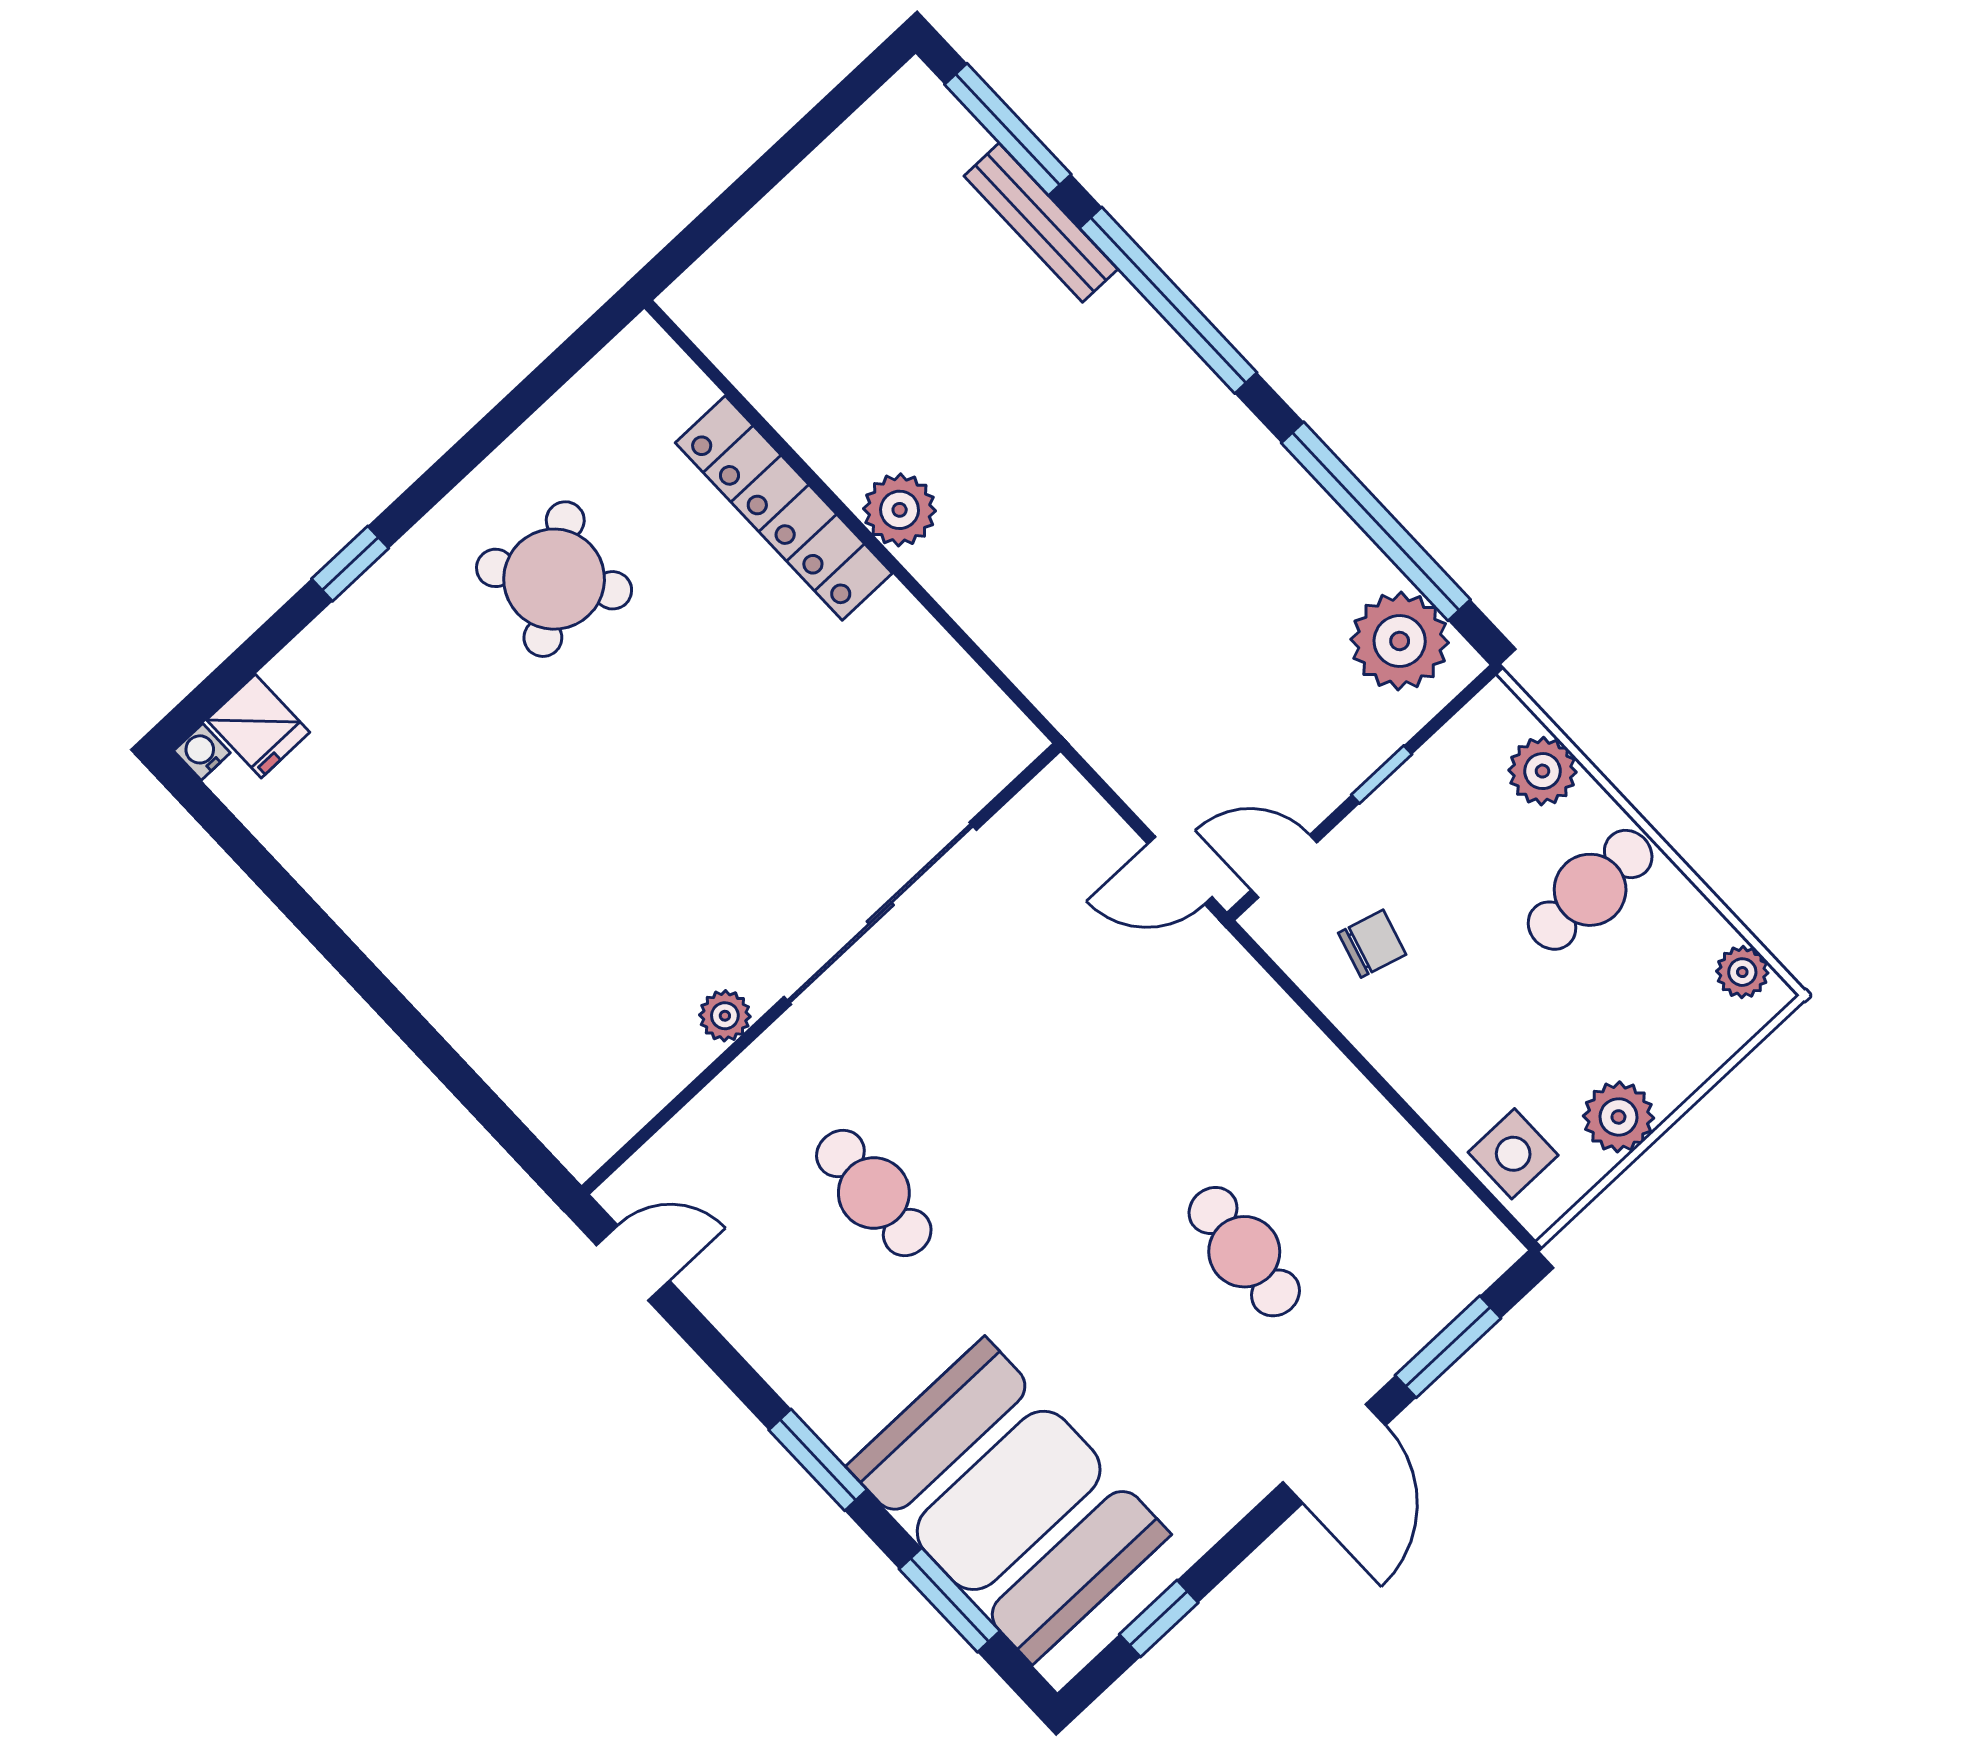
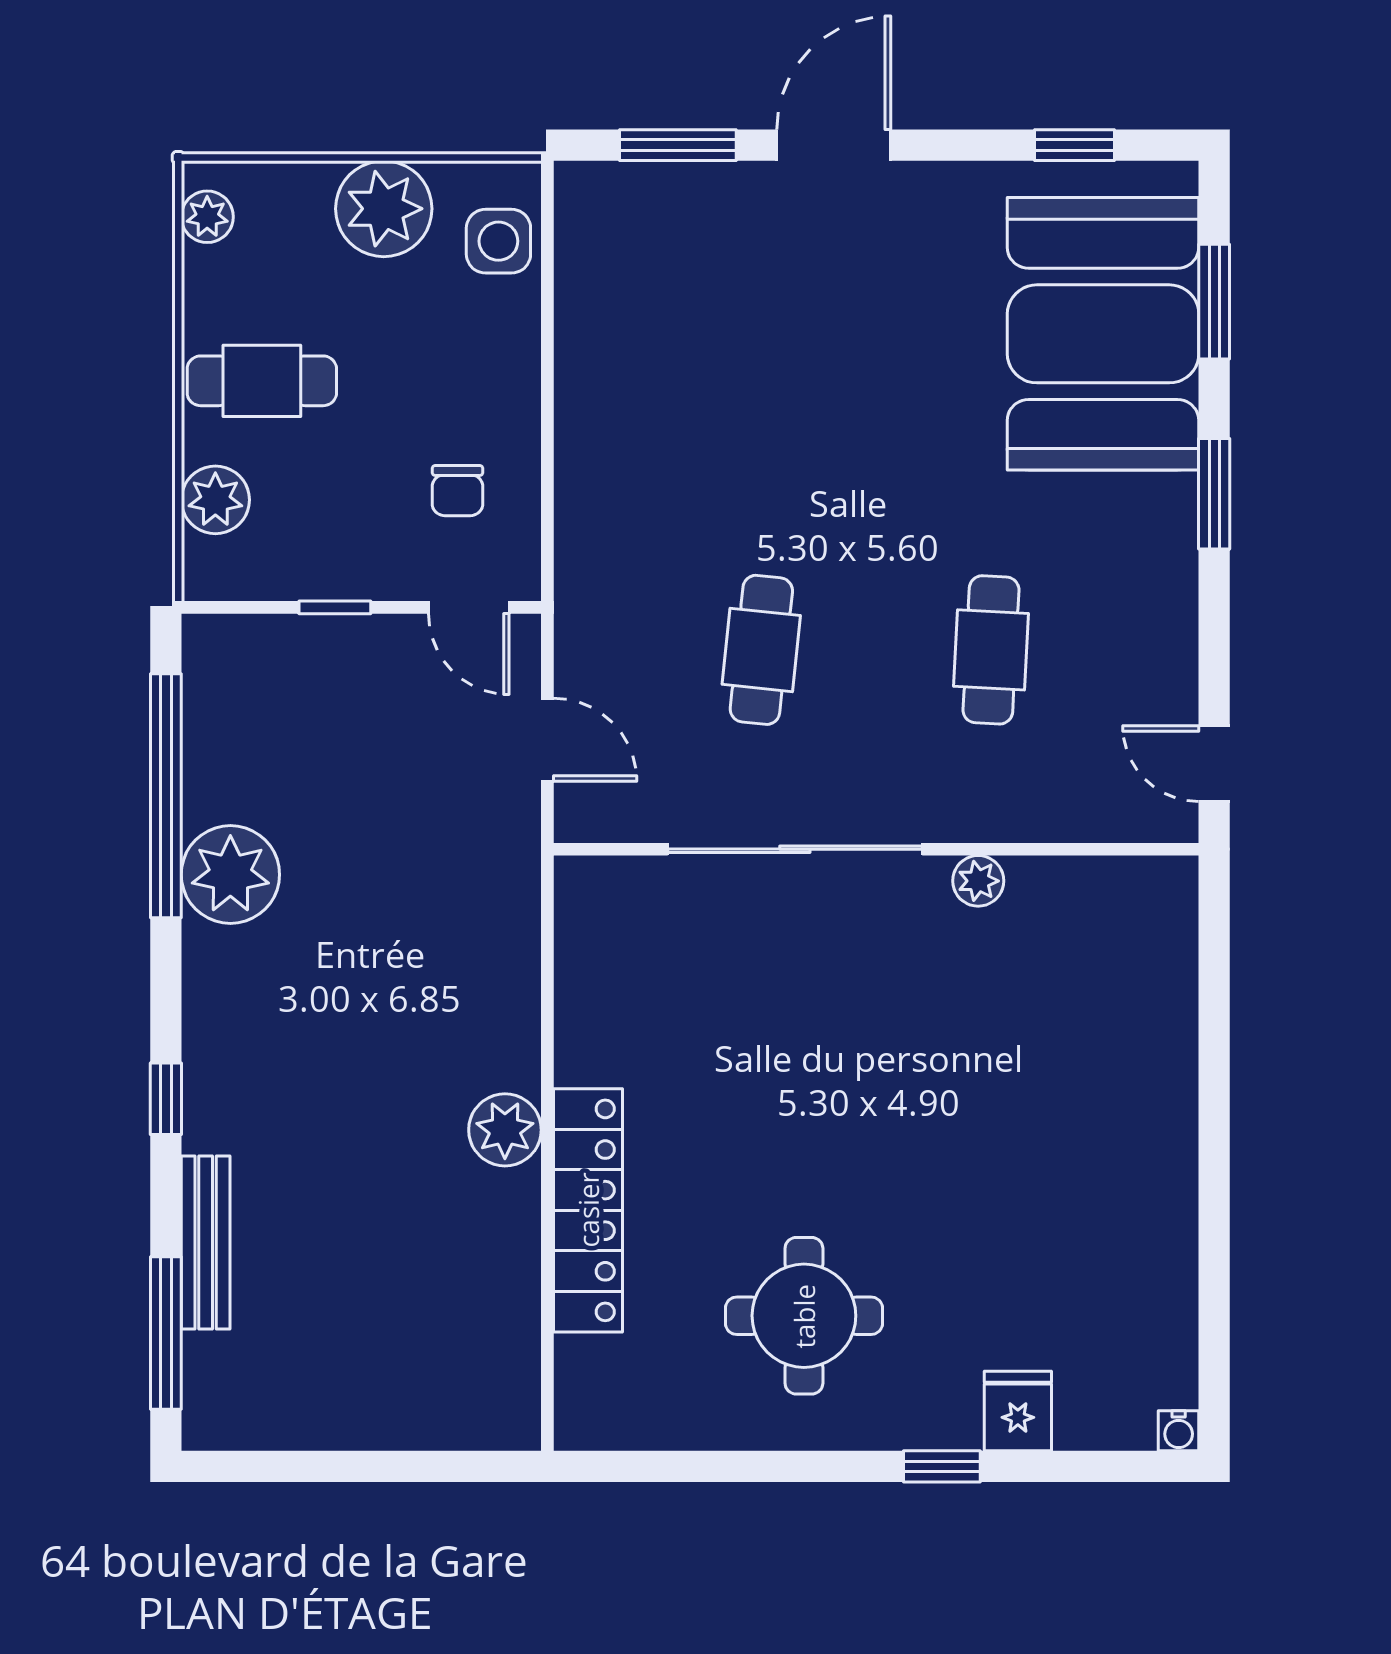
window: (1168, 300) -> (166, 1099), width x0.32
round table: (554, 579) -> (804, 1316), turned 36
plant: (1400, 641) -> (230, 875), moved
fridge: (258, 726) -> (1018, 1411), moved
door: (1180, 870) -> (547, 740), moved
chair: (1372, 944) -> (458, 491), turned -106
plant: (1618, 1117) -> (384, 209), width x1.36, depth x1.36
cafe table: (1244, 1252) -> (761, 650), moved

